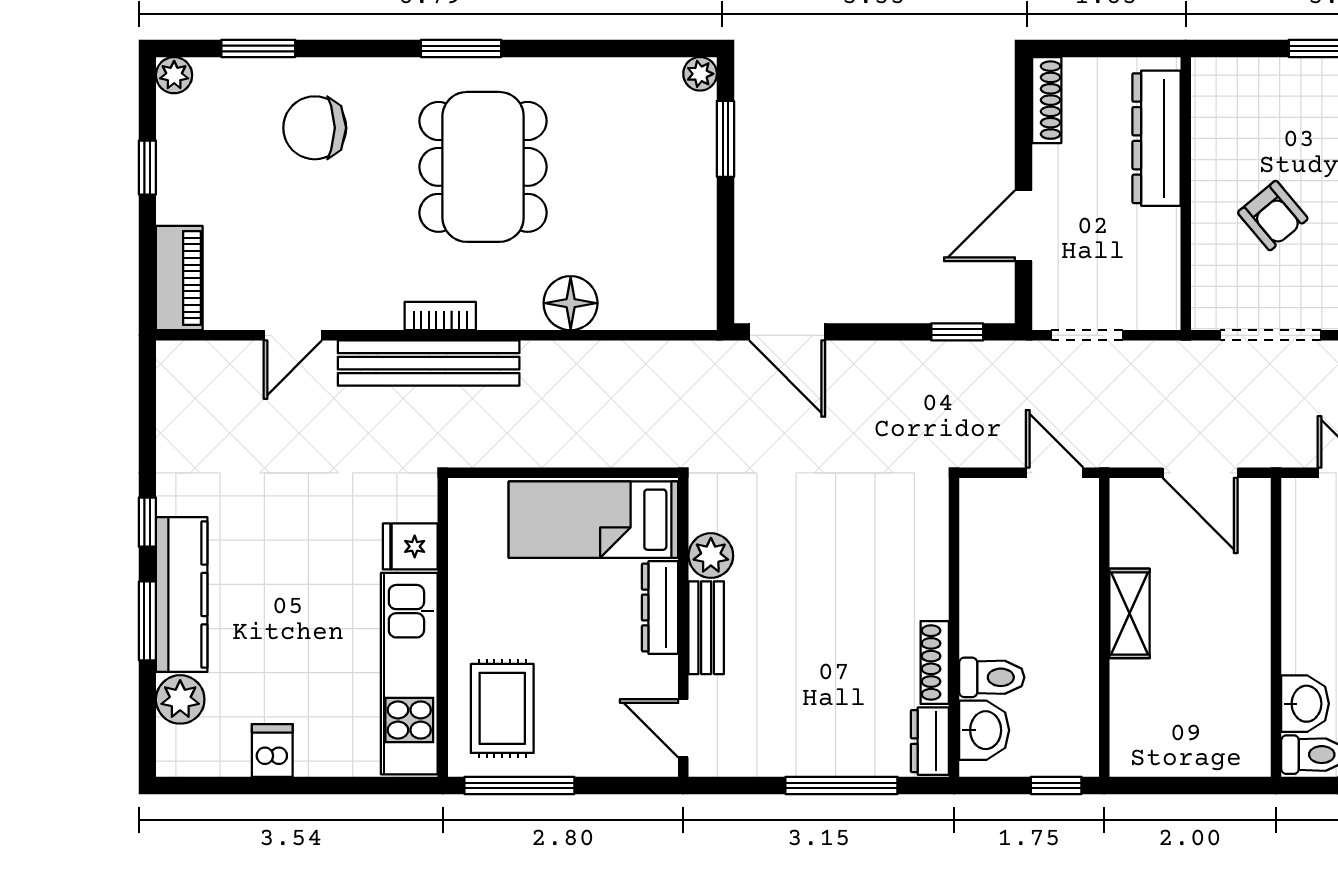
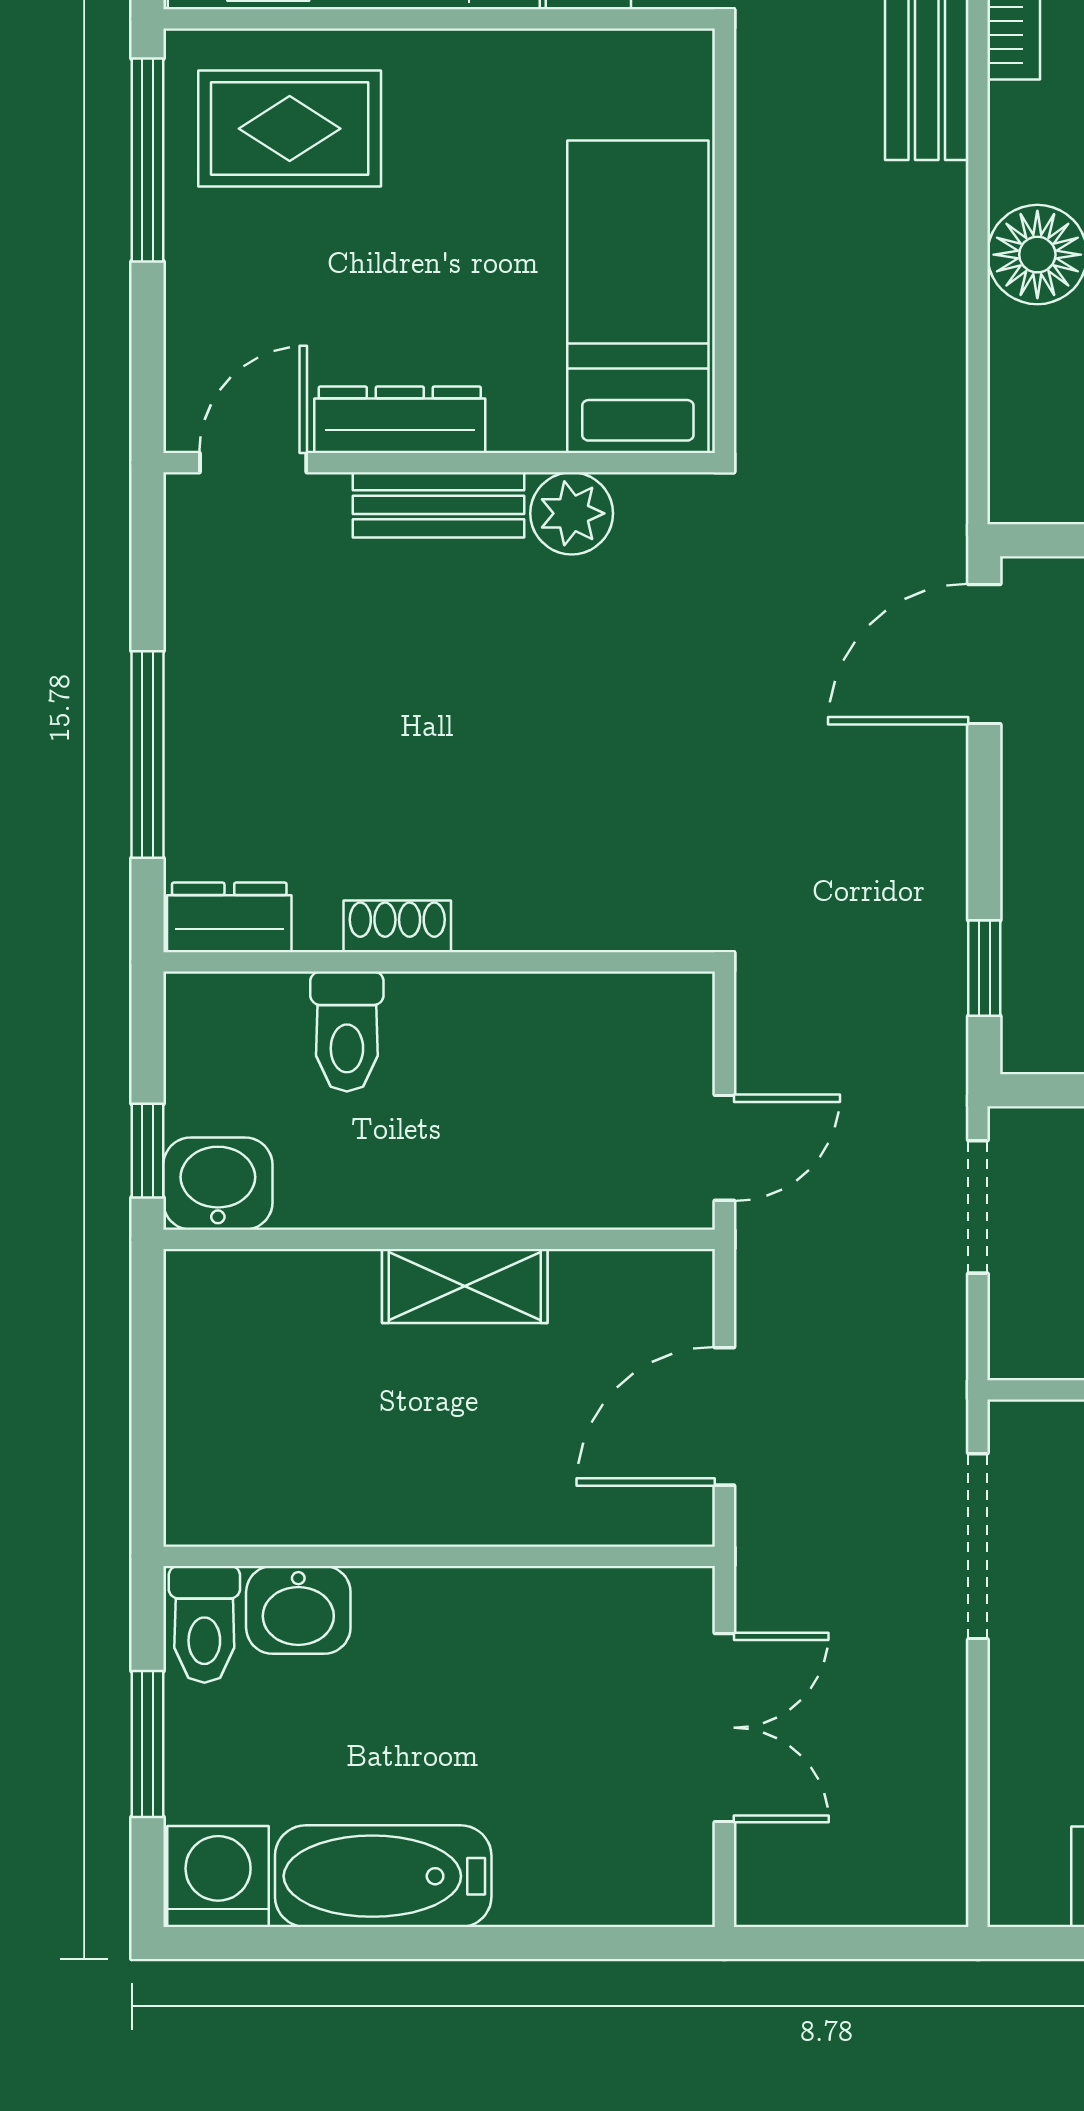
dresser: (660, 608) -> (400, 420), moved
shoe rack: (935, 662) -> (397, 926), width x0.70
washbasin: (984, 730) -> (218, 1184), moved, turned 180

